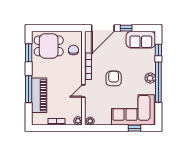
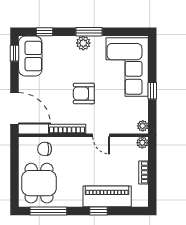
window: (126, 28) -> (15, 53), moved
window: (29, 53) -> (48, 211), width x1.44
window: (158, 82) -> (89, 32), width x0.47
window: (29, 89) -> (99, 211), width x0.46
window: (135, 128) -> (152, 91), moved

